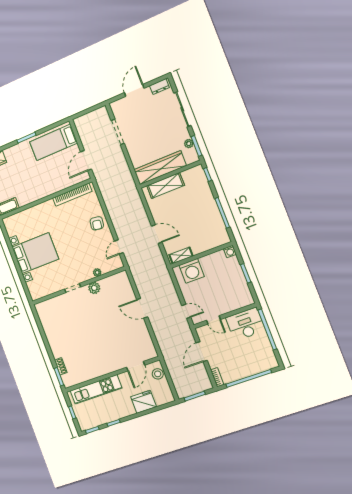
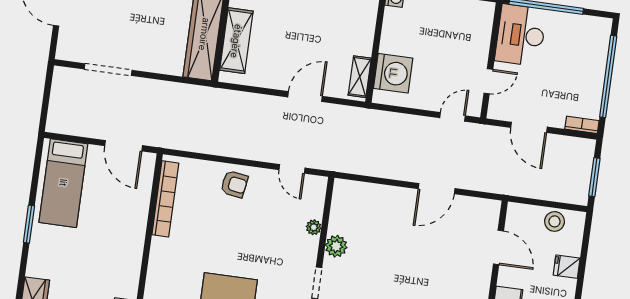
door: (142, 308) -> (437, 189), moved
stool: (158, 374) -> (555, 221), moved
fridge: (144, 402) -> (567, 267), width x0.53, depth x0.75

